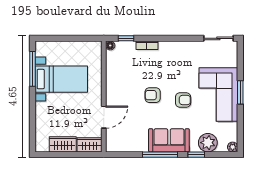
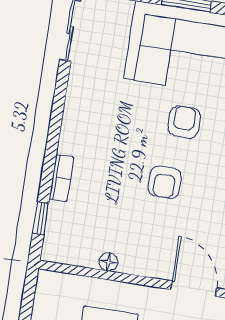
floor lamp: (110, 45) -> (108, 262), moved

